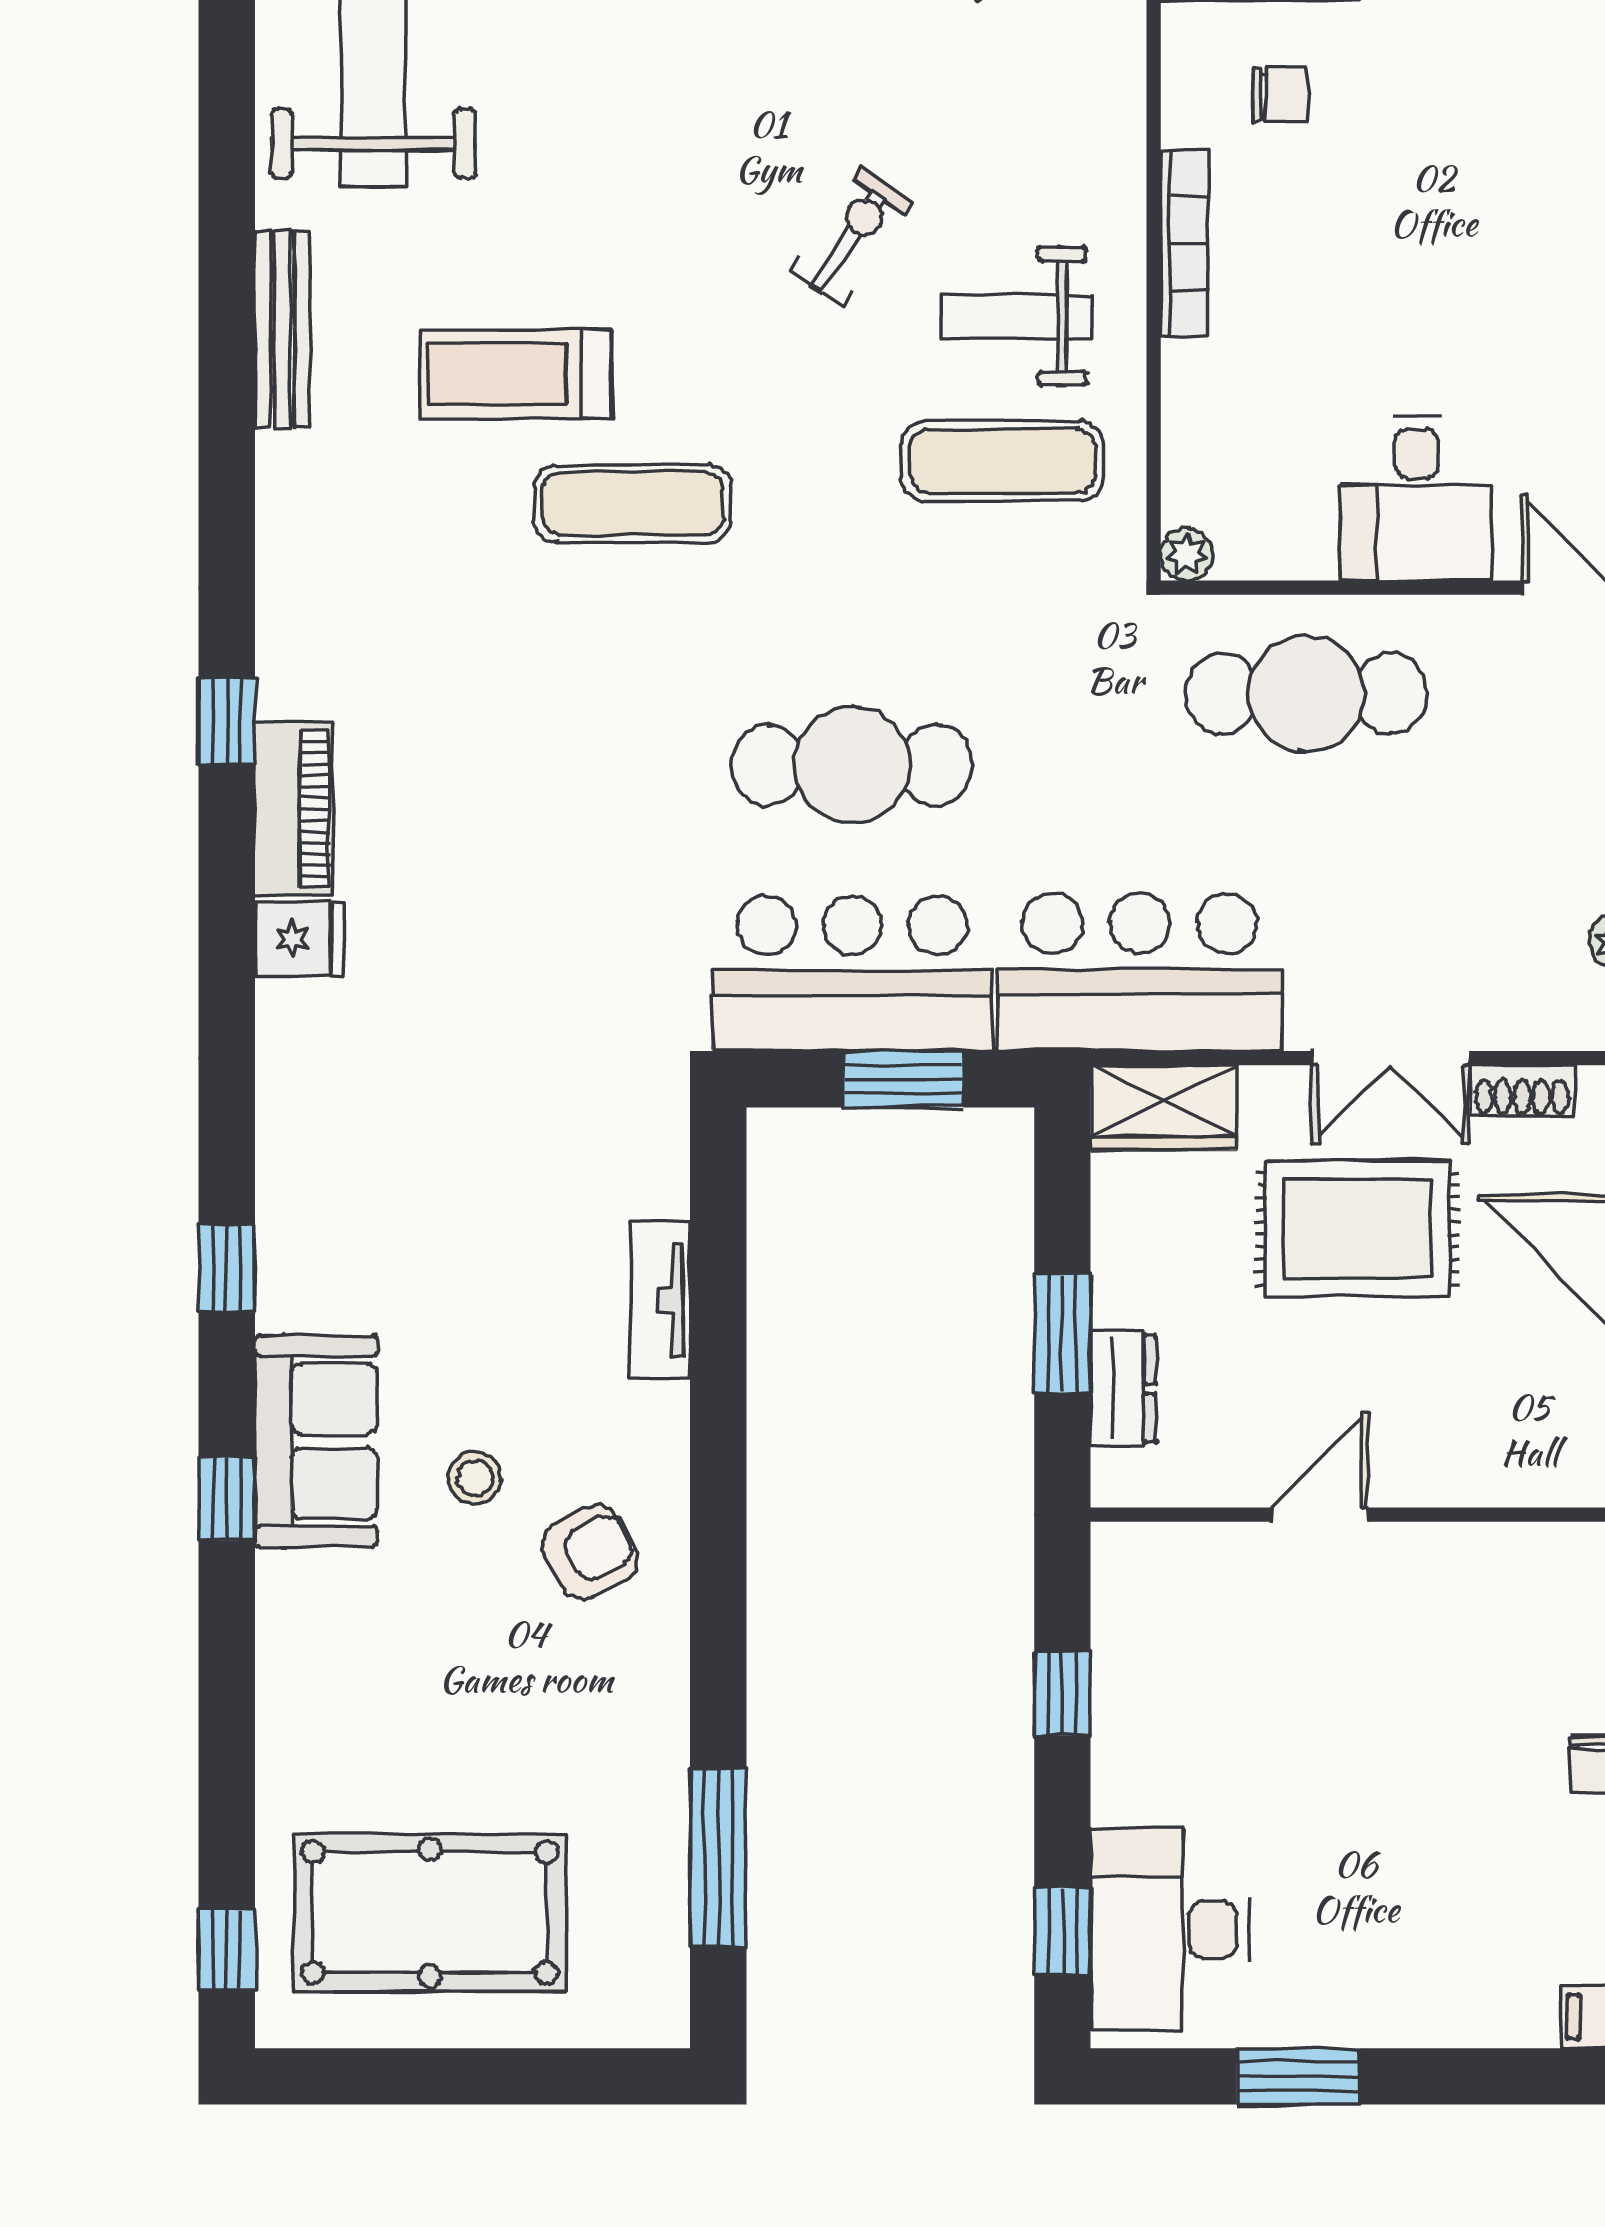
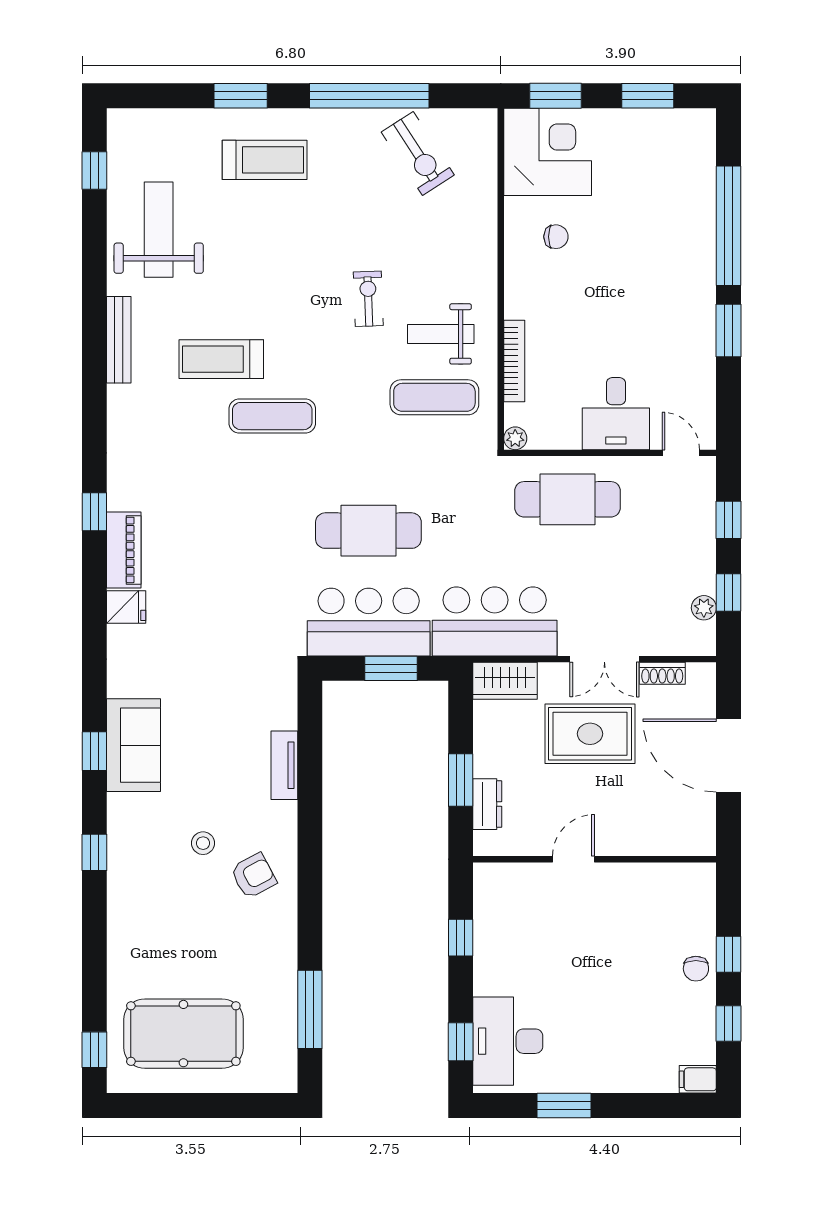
exercise bike: (852, 236) -> (368, 299), turned -36
bookcase: (1185, 243) -> (514, 361), moved
sofa: (316, 1441) -> (134, 745), moved

